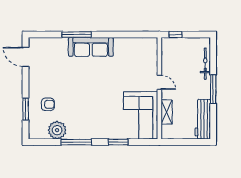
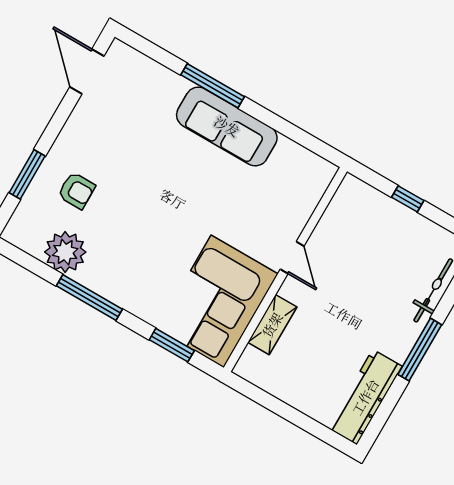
door: (159, 82) -> (292, 258), moved
wall: (159, 88) -> (285, 269), moved
shelving: (167, 112) -> (272, 325), moved
corner sofa: (141, 115) -> (218, 301), moved

